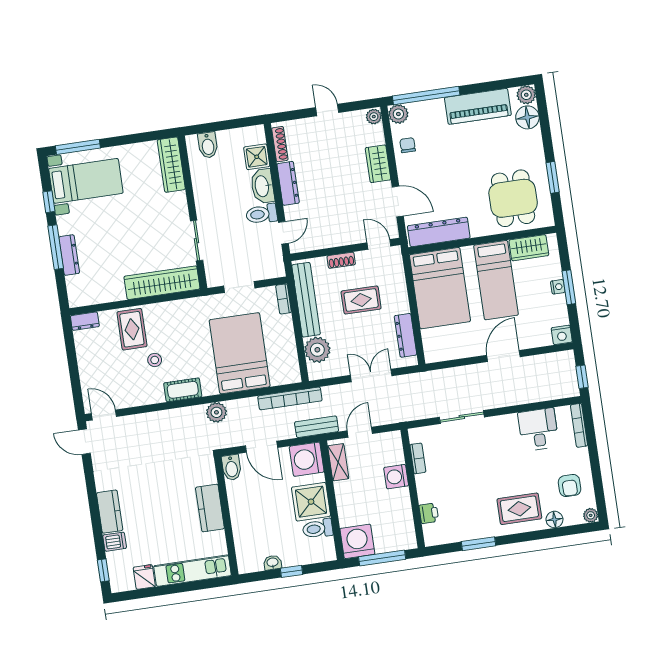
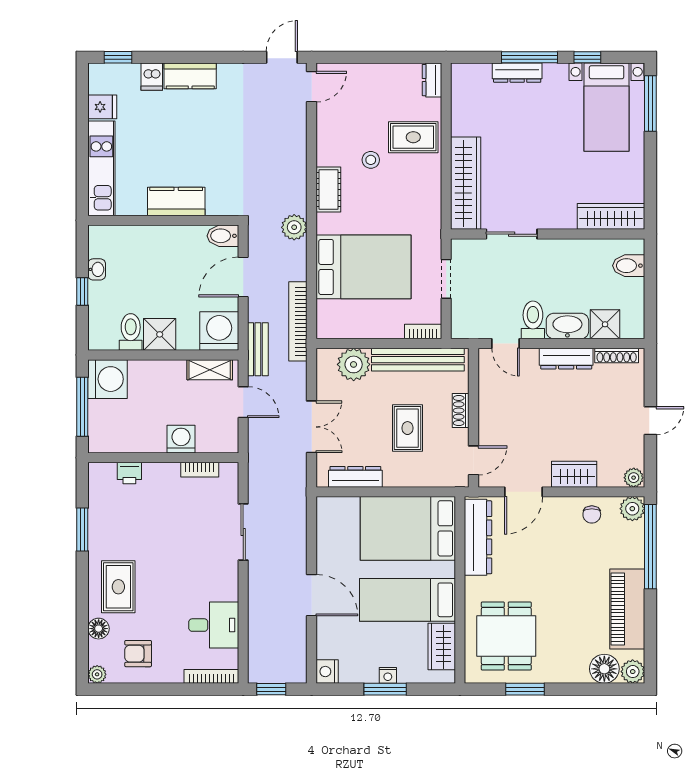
chair: (408, 145) -> (592, 514), turned 90
dining table: (513, 198) -> (506, 636), turned 90
shower: (311, 502) -> (160, 334), width x0.73, depth x0.73

